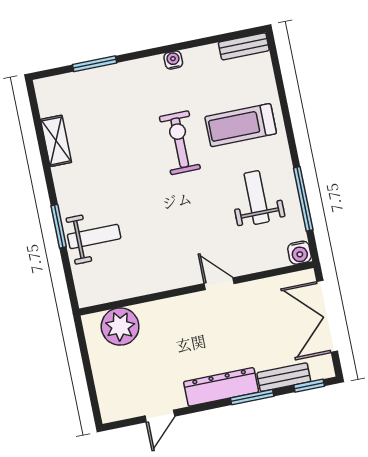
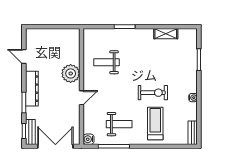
weight bench: (94, 236) -> (106, 62), moved, turned 90
plant: (120, 327) -> (71, 73), moved
bench: (284, 377) -> (30, 132), moved

